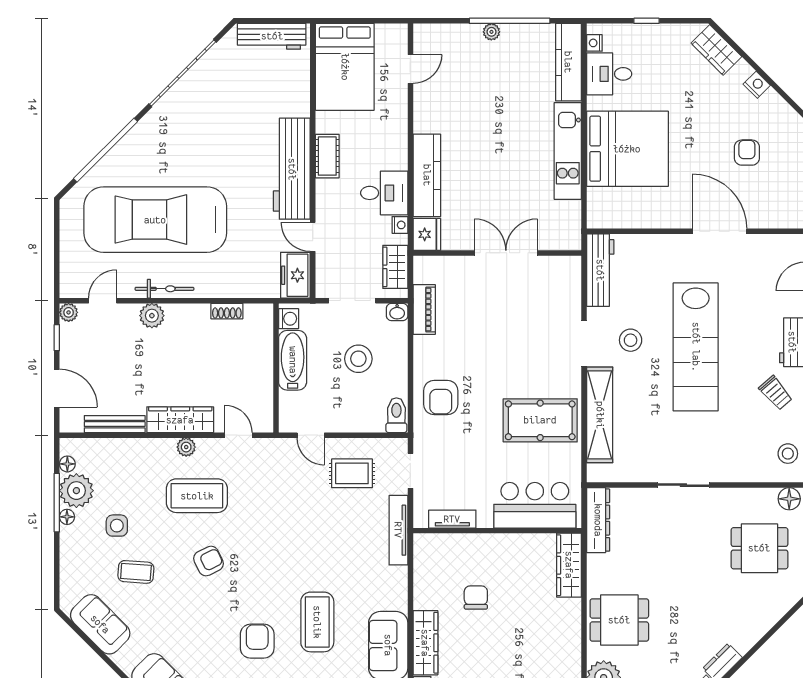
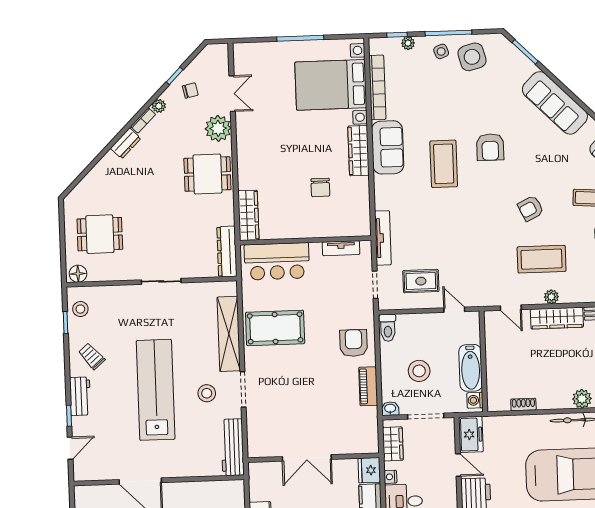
piano: (424, 310) -> (368, 386), moved

